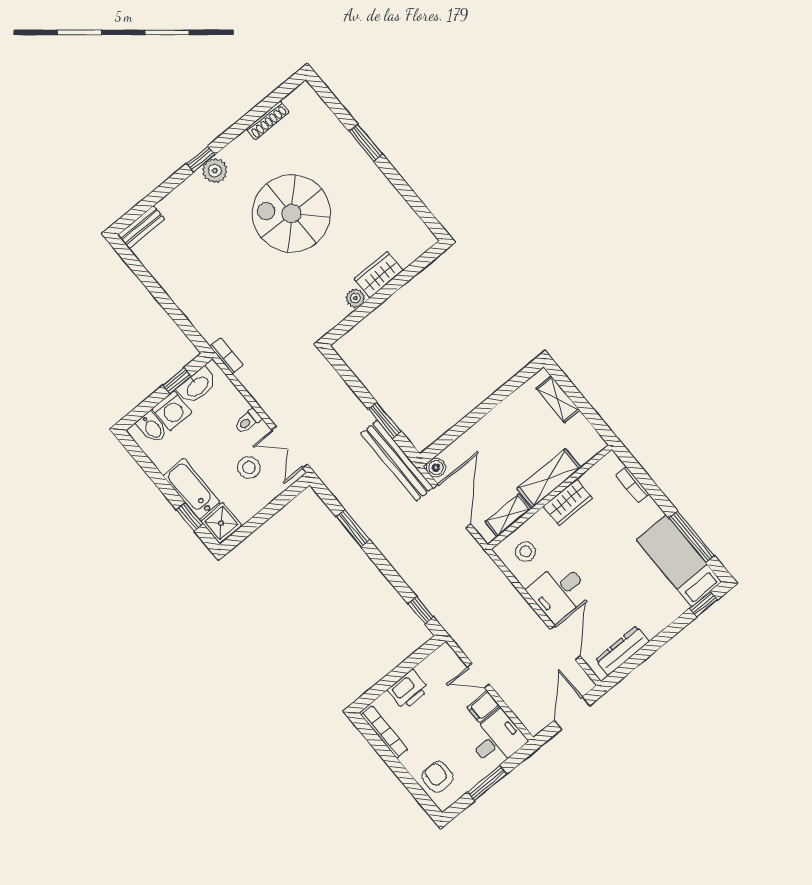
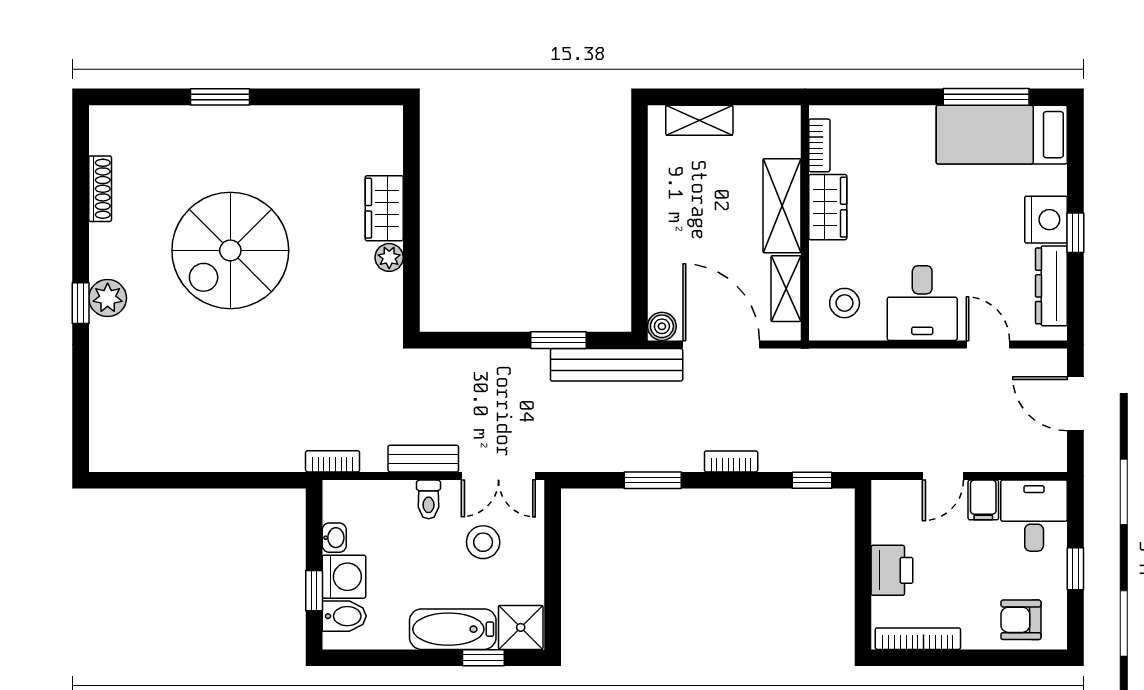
bench: (141, 227) -> (423, 459), moved, turned 90
window: (177, 381) -> (314, 591), moved
washbasin: (197, 386) -> (334, 538), width x0.52, depth x0.69
bookcase: (632, 485) -> (819, 145), moved, turned -90
bookcase: (396, 561) -> (731, 461), added
window: (703, 604) -> (1075, 233), moved
nightstand: (654, 620) -> (1046, 220), added
door: (565, 643) -> (988, 344), width x0.73
window: (487, 783) -> (1075, 569), width x0.67

